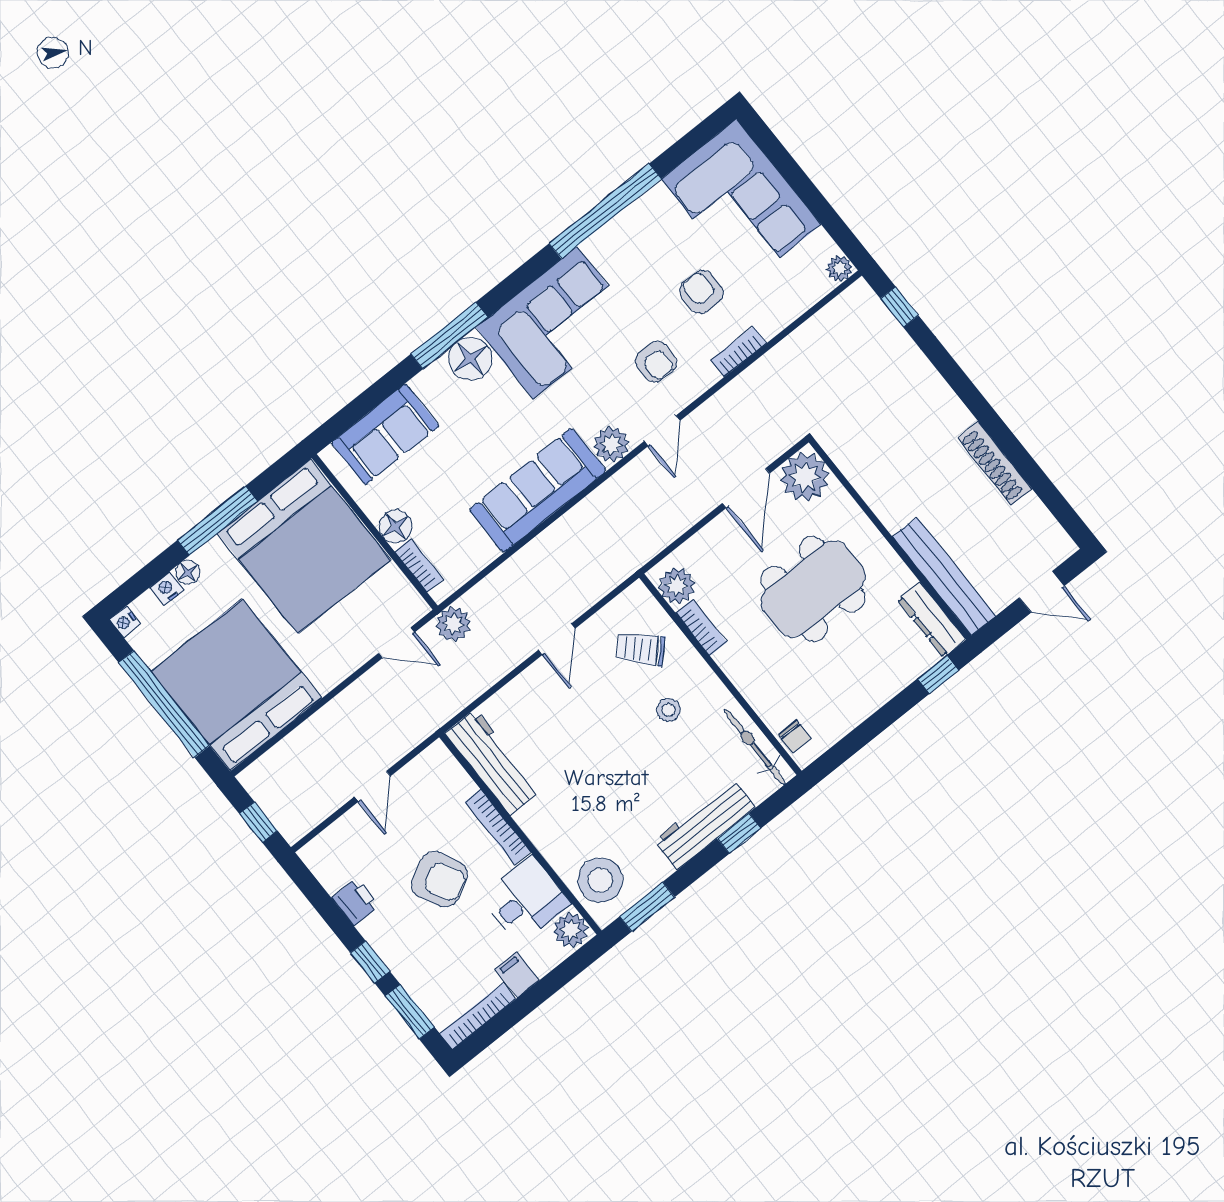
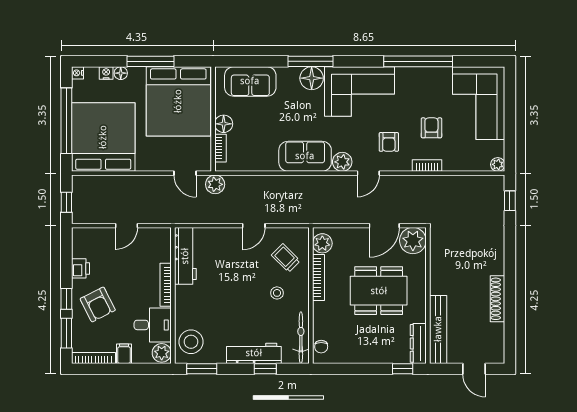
sofa: (538, 490) -> (305, 156), width x0.73
bookcase: (701, 628) -> (318, 278), width x1.56
armchair: (439, 879) -> (98, 304), moved

